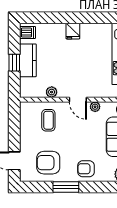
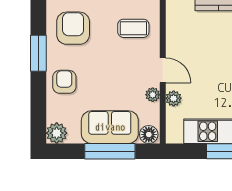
plant: (52, 92) -> (174, 98), moved
door: (78, 100) -> (163, 70), swing flipped

